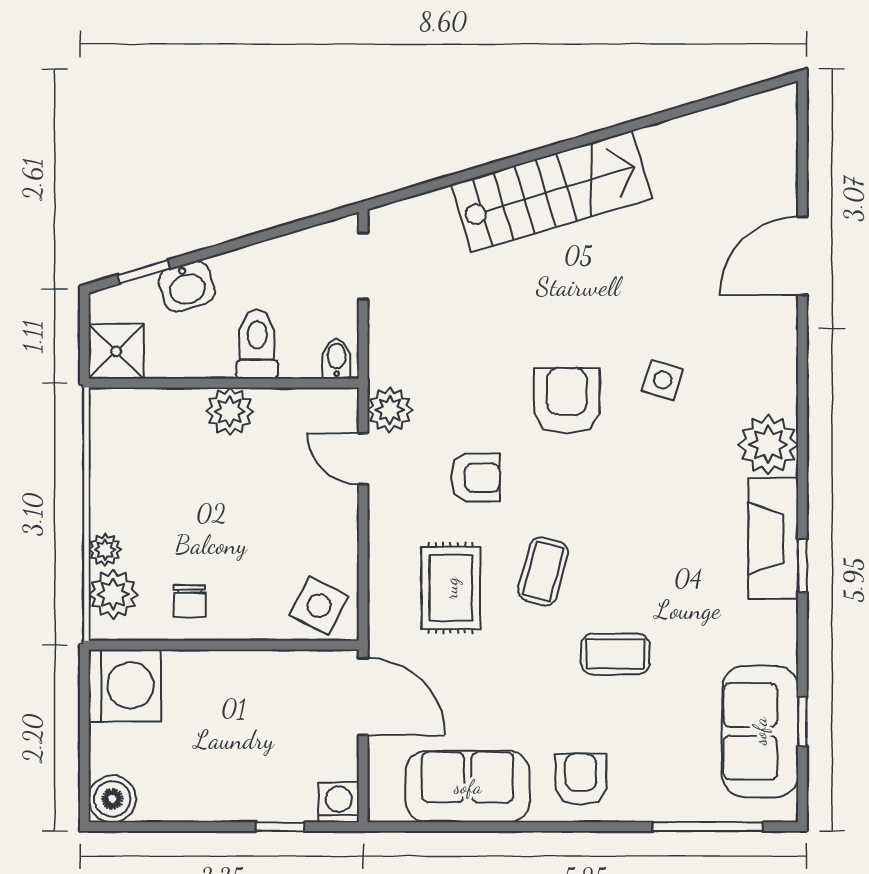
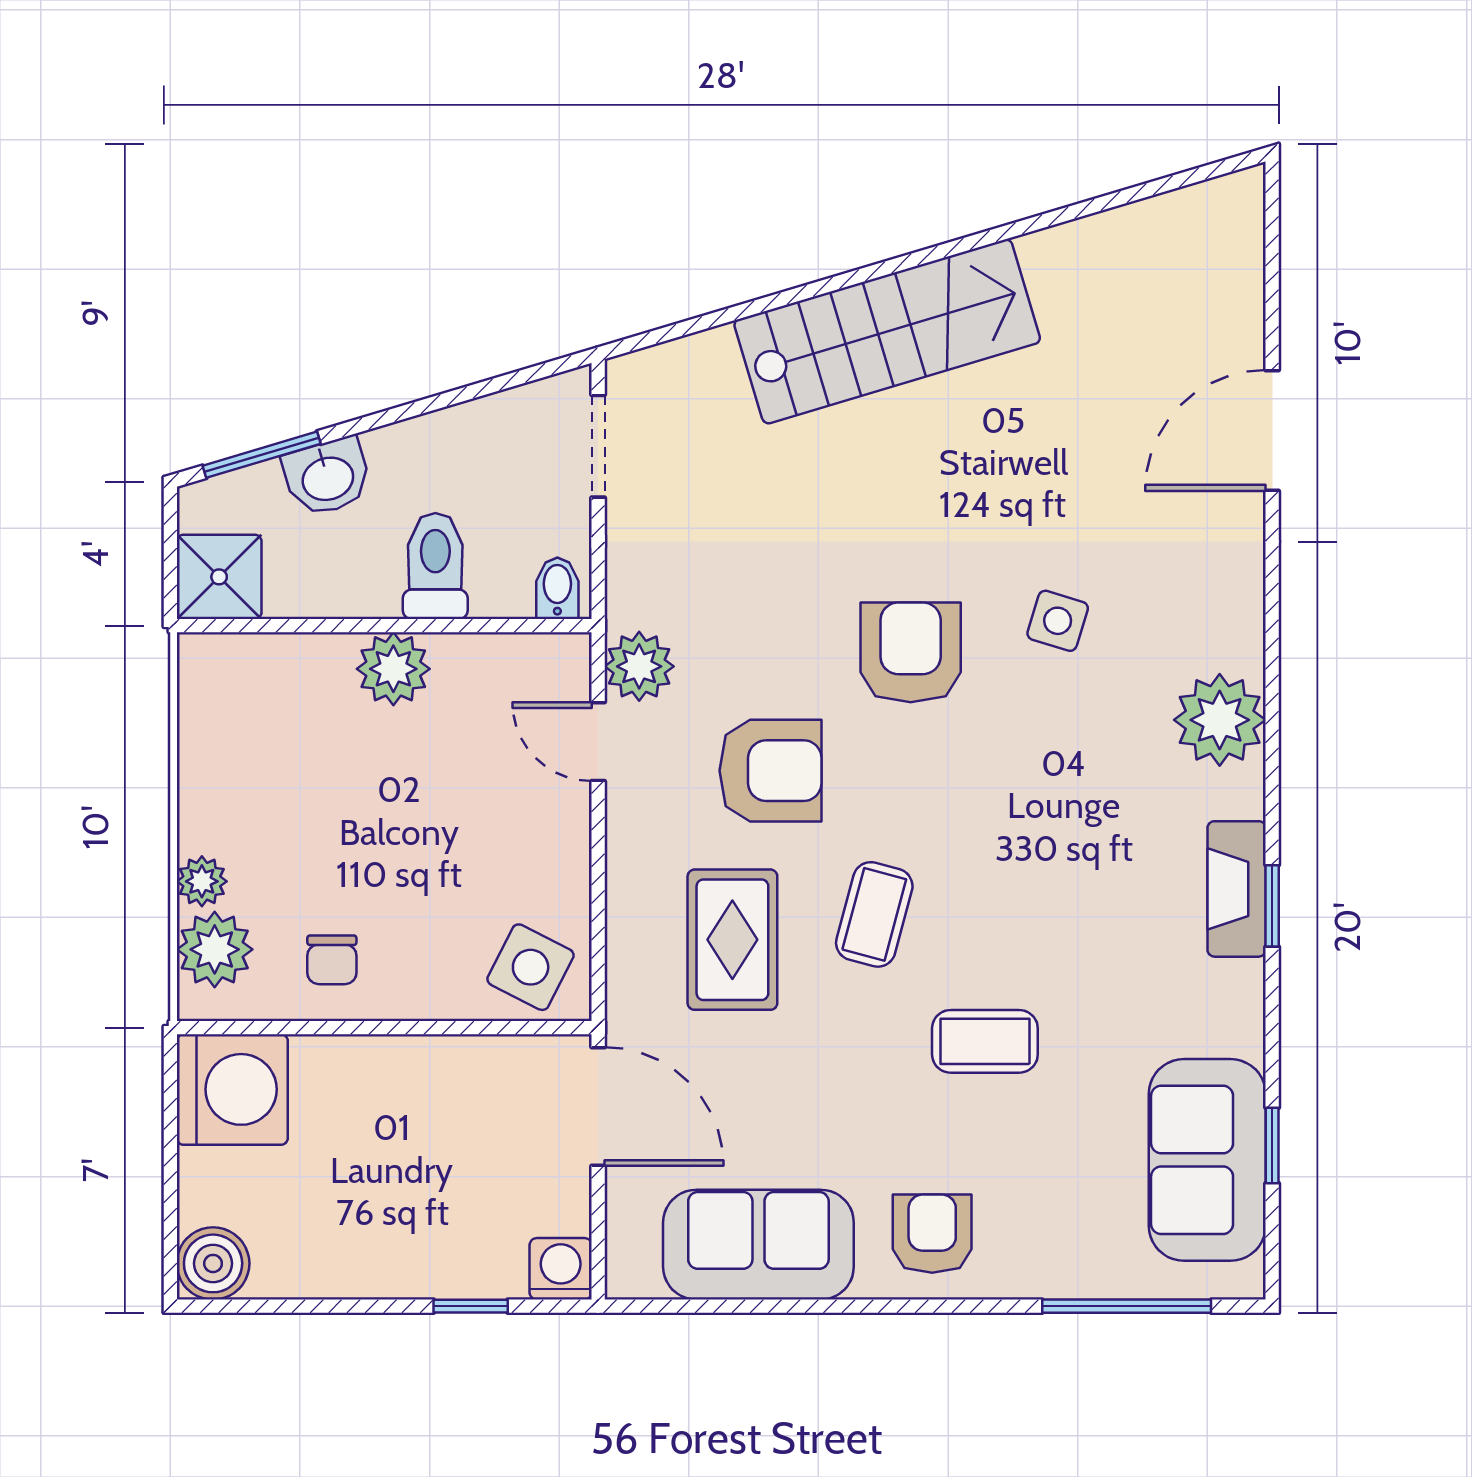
window: (144, 272) -> (262, 455), width x1.50
armchair: (476, 478) -> (771, 771), width x1.38, depth x1.38
fireplace: (773, 538) -> (1237, 889), width x0.73, depth x0.76

